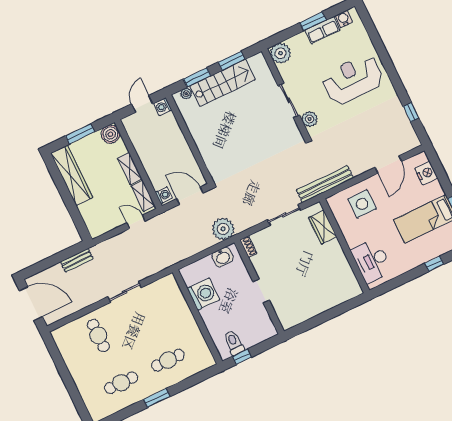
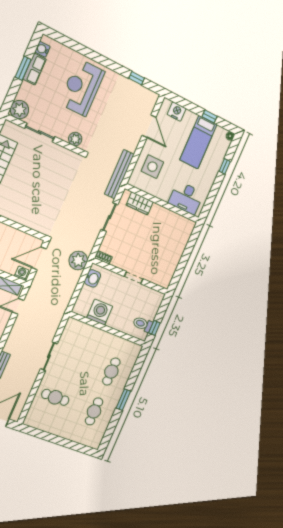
sliding door: (289, 101) -> (40, 132), moved

